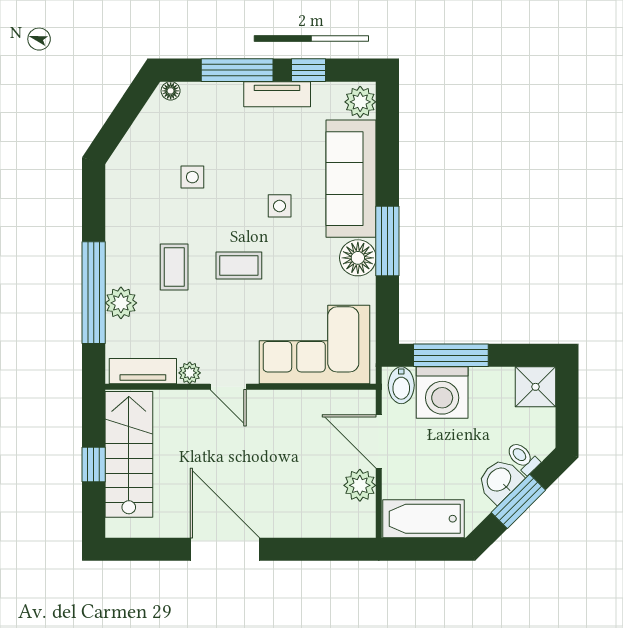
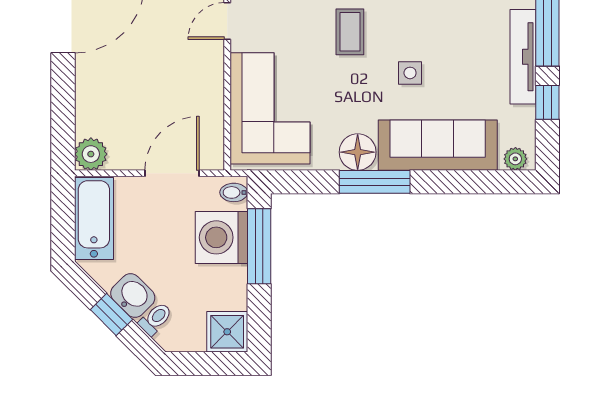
tv unit: (277, 94) -> (523, 57), width x1.41
plant: (360, 102) -> (515, 159), width x0.73, depth x0.73
bidet: (401, 385) -> (234, 192), width x0.72, depth x0.74
plant: (360, 485) -> (91, 154), moved
window: (518, 501) -> (111, 315), width x0.67

